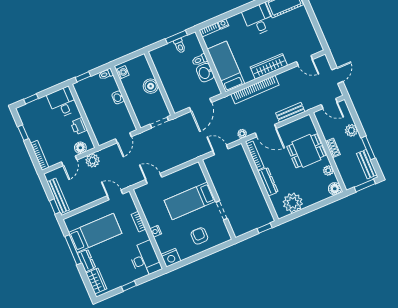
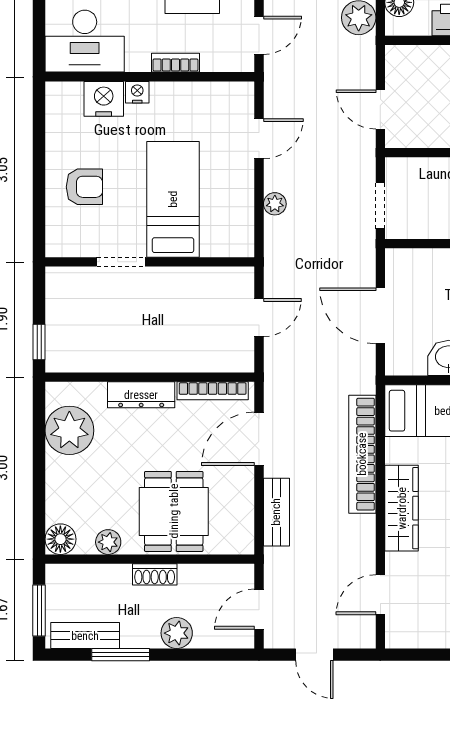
plant: (242, 134) -> (275, 204), moved
nightstand: (171, 258) -> (104, 99), moved, turned 90

